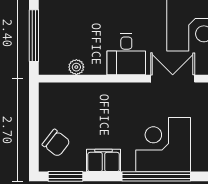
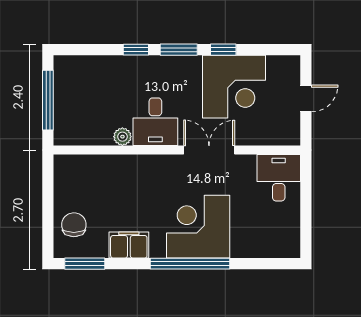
plant: (76, 67) -> (122, 137), moved
chair: (56, 143) -> (74, 225), turned -128

